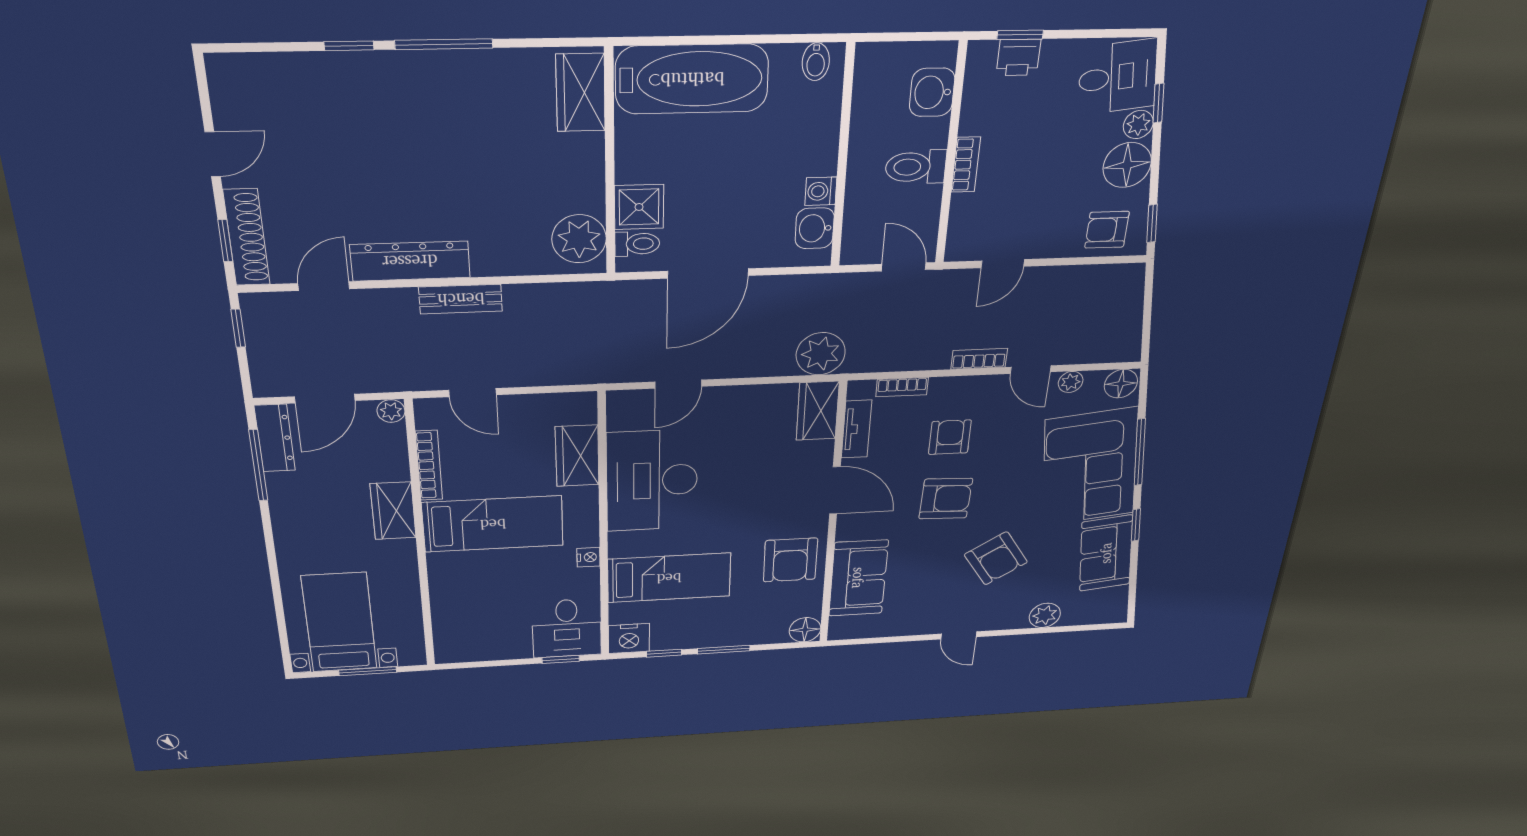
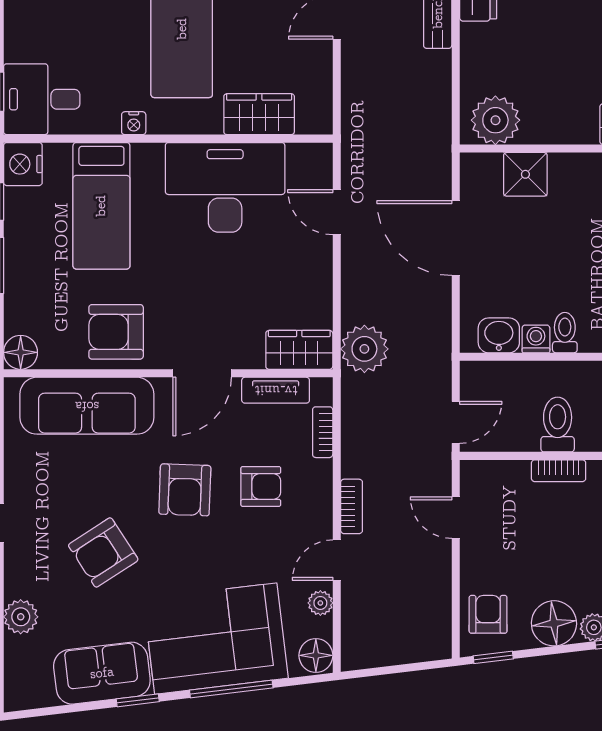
toilet: (637, 244) -> (565, 333), moved, turned 180
sofa: (858, 578) -> (87, 406), width x1.36

